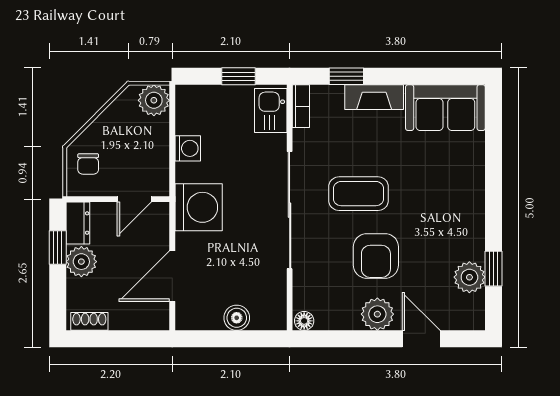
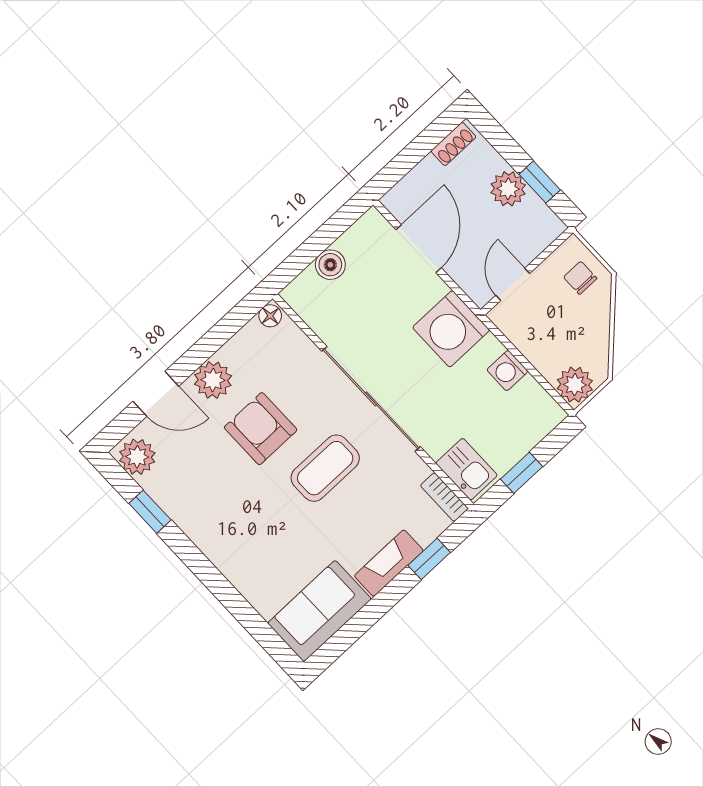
dresser: (78, 223) -> (542, 219), removed
plant: (469, 277) -> (137, 457), moved

